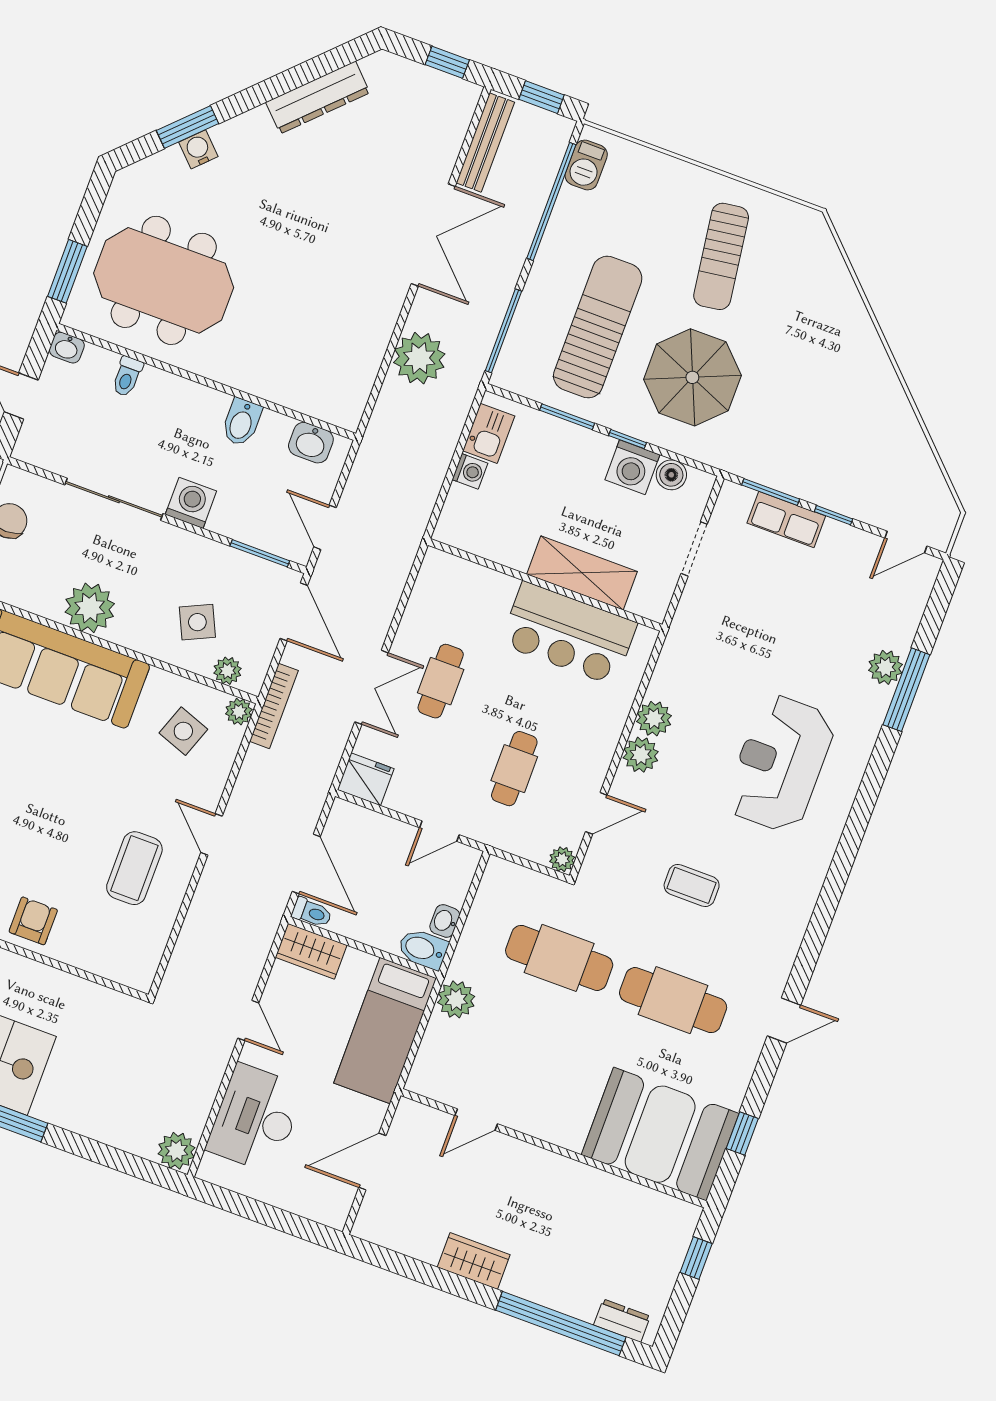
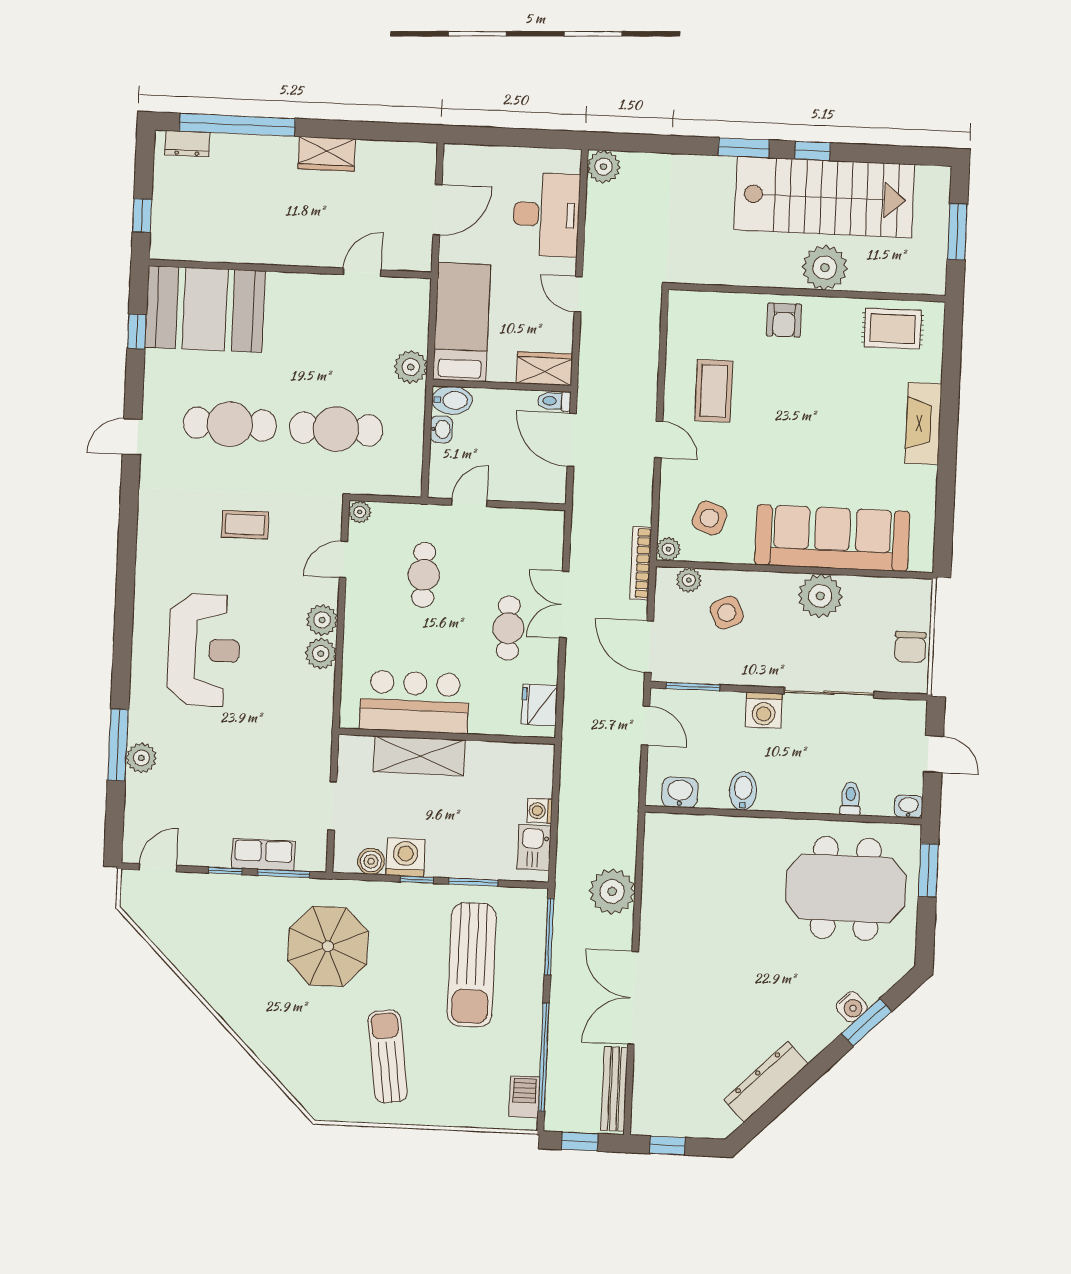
parasol: (692, 377) -> (328, 946), moved
fridge: (366, 779) -> (539, 705), moved, turned 90

